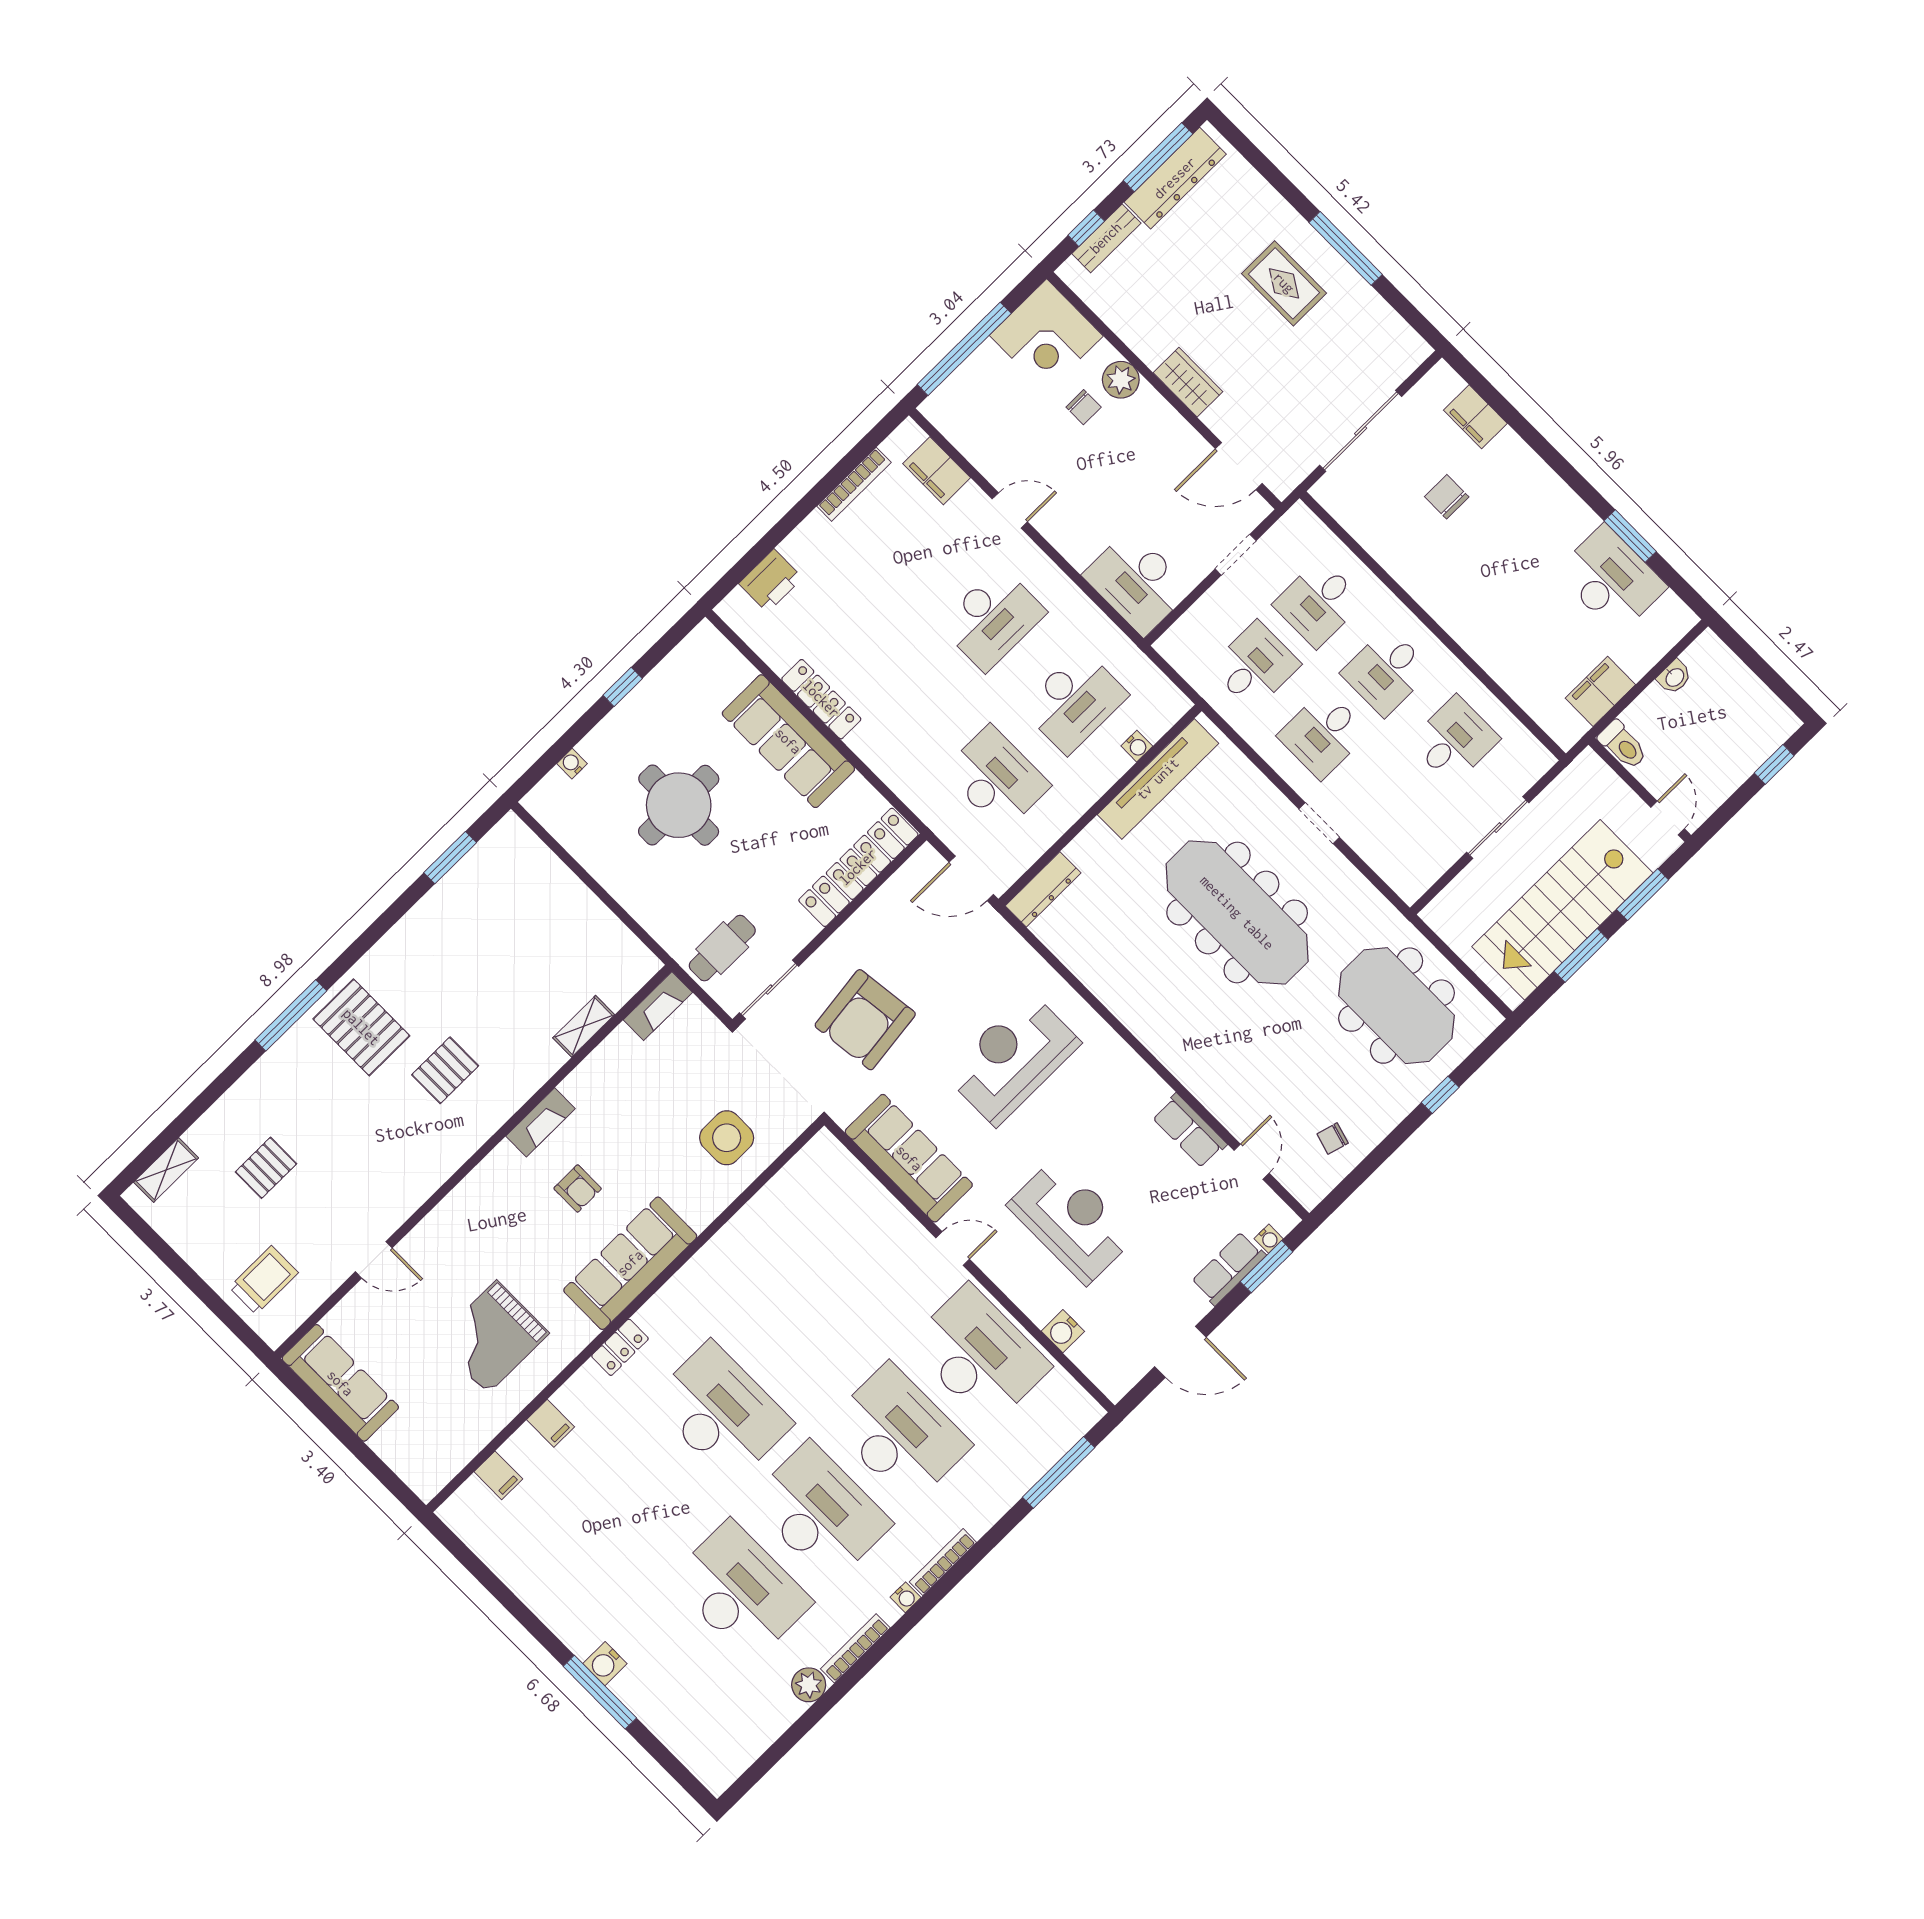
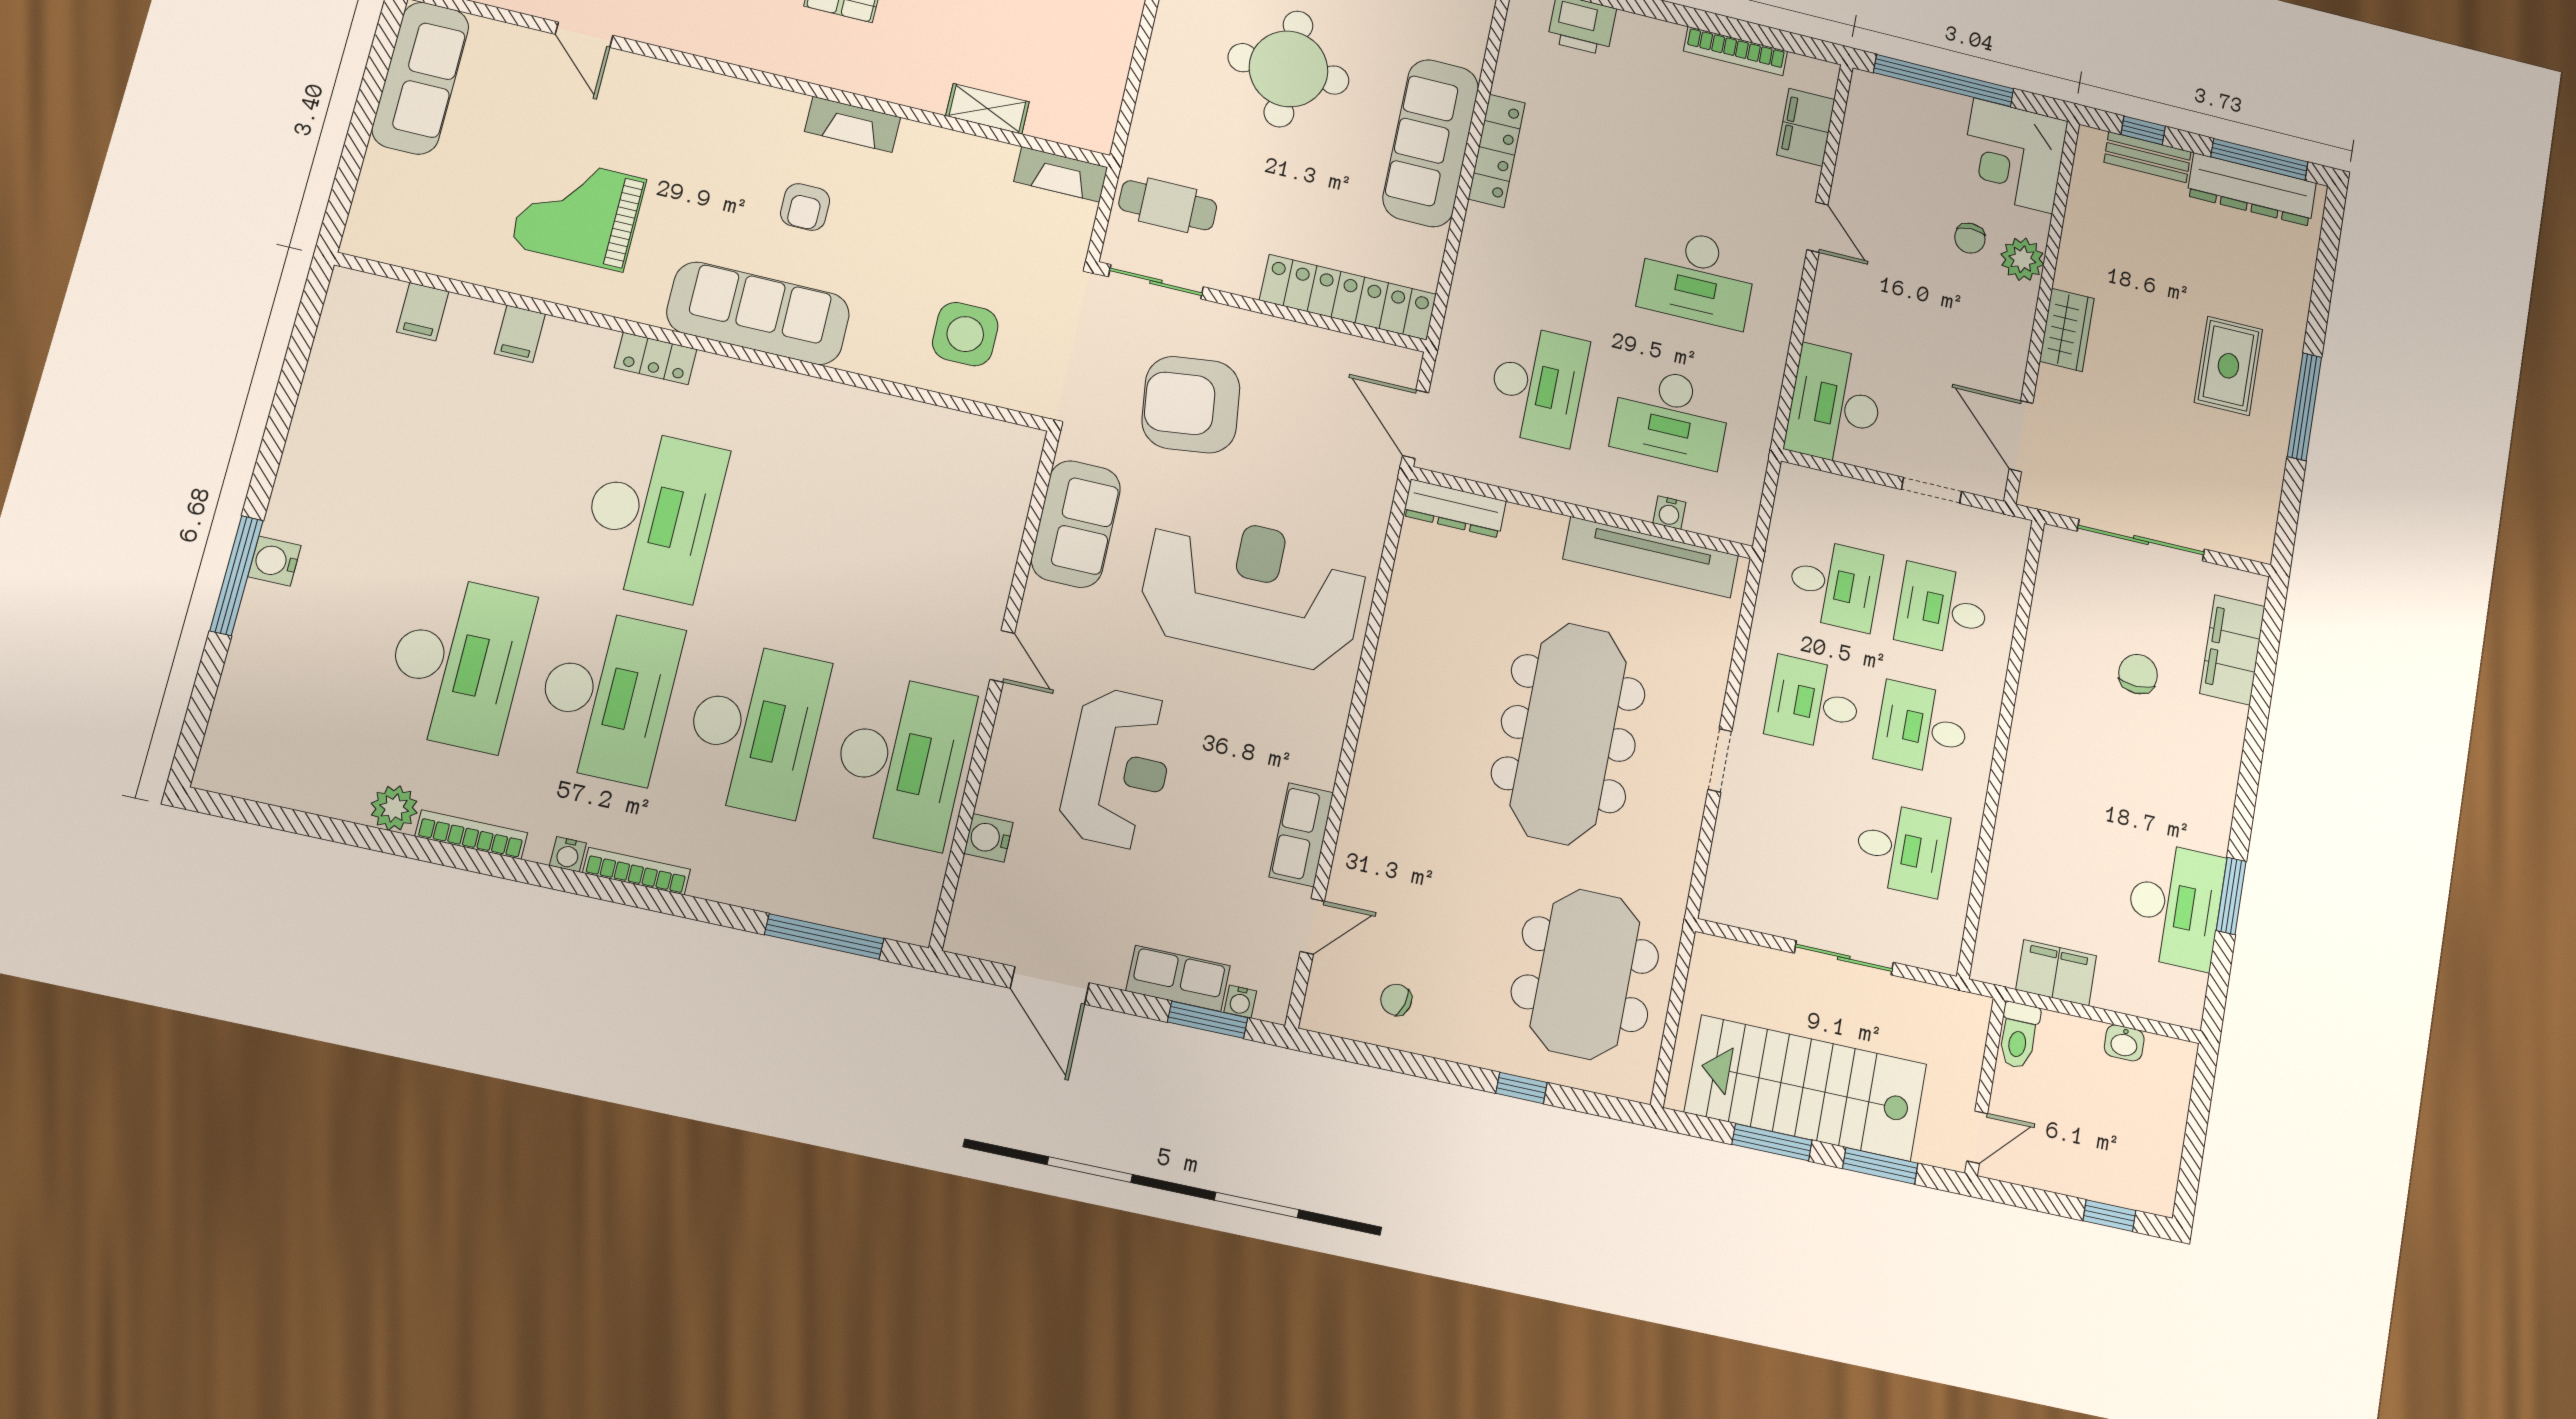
filing cabinet: (1475, 417) -> (2232, 650), width x1.50, depth x1.17
reception desk: (1013, 1059) -> (1253, 590), width x1.36, depth x1.30
sofa: (909, 1158) -> (1076, 524), width x0.73

